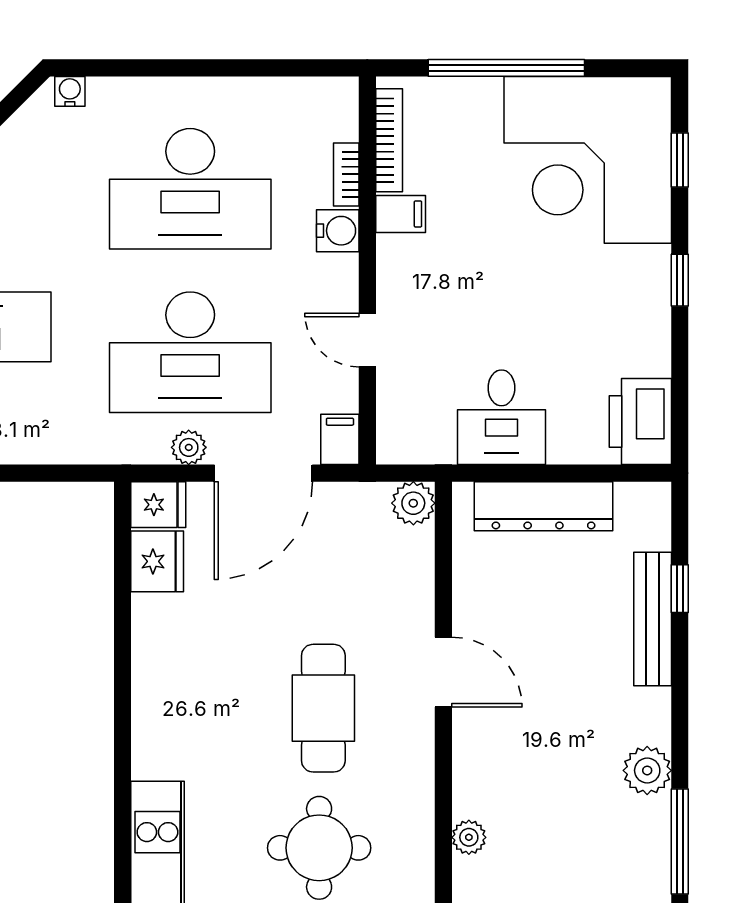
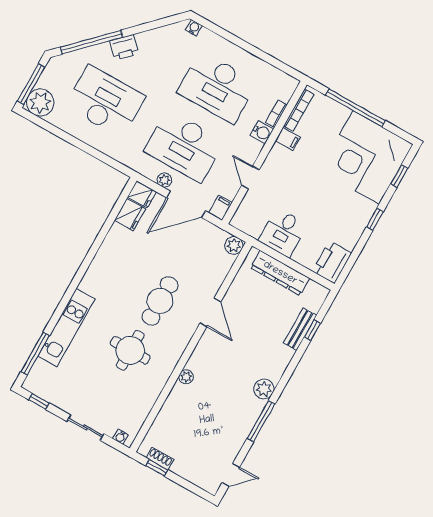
bench: (653, 619) -> (300, 329), width x0.73

